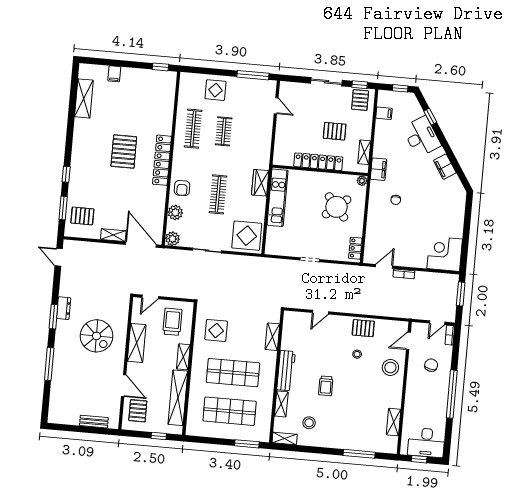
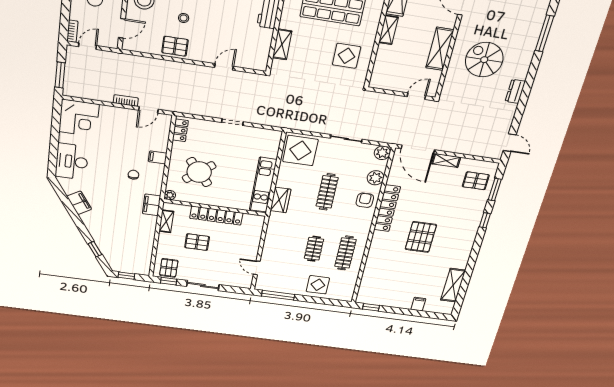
filing cabinet: (384, 113) -> (158, 157), moved
desk: (422, 137) -> (72, 162), moved, turned 33
locker: (162, 160) -> (387, 208), moved
window: (53, 317) -> (529, 83), removed
trolley: (172, 322) -> (395, 69), removed

